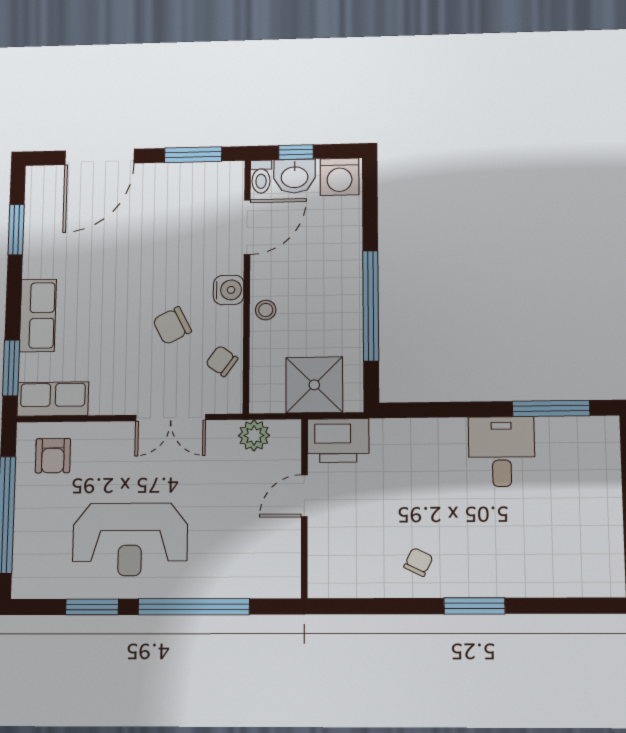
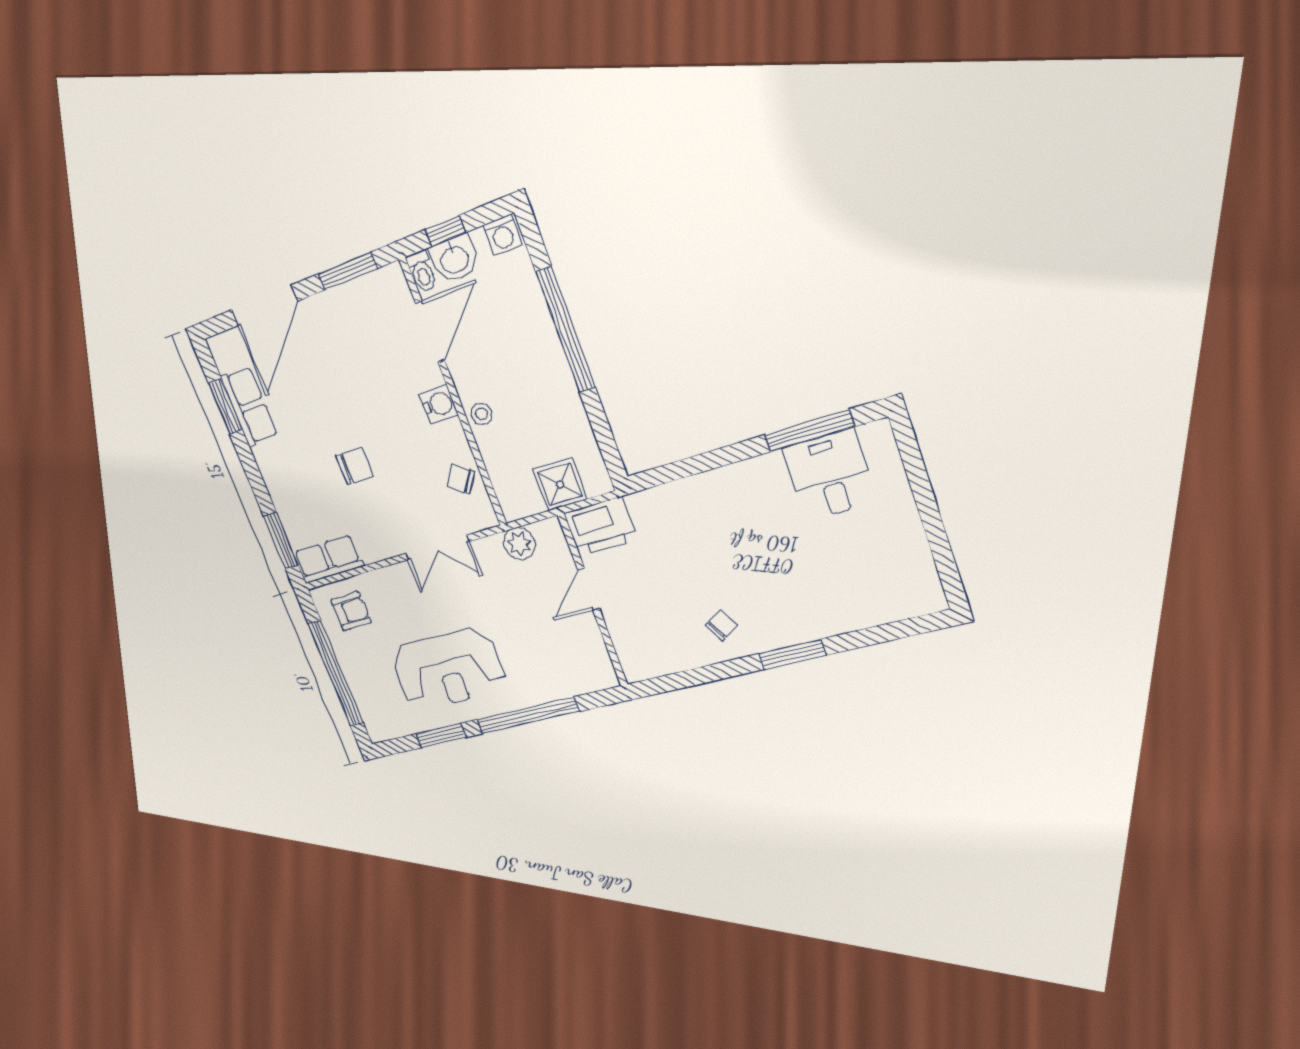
washing machine: (340, 177) -> (502, 235), width x0.73, depth x0.73
window: (371, 306) -> (566, 330), moved
row of seats: (38, 315) -> (249, 406), moved
chair: (172, 326) -> (354, 466), moved, turned -153
shower: (314, 385) -> (560, 484), width x0.73, depth x0.73
desk: (502, 452) -> (830, 475), moved
armchair: (53, 456) -> (351, 611), turned -91
chair: (418, 562) -> (722, 625), turned 34

